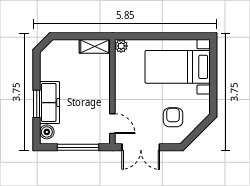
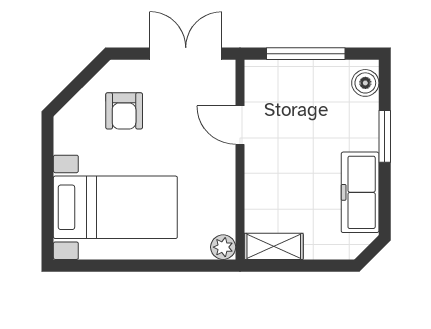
freezer: (50, 103) -> (360, 192), moved
door: (112, 124) -> (240, 125), moved

